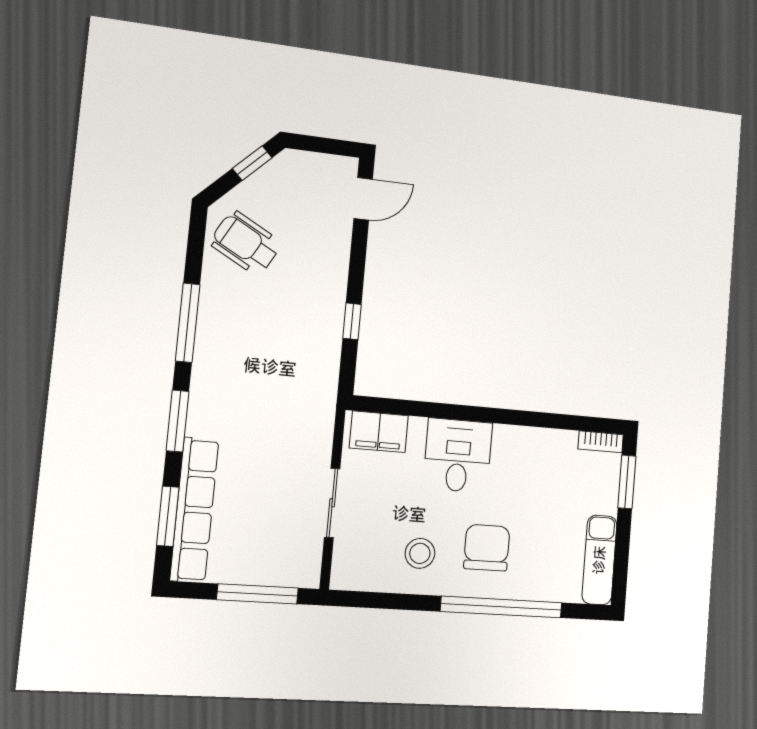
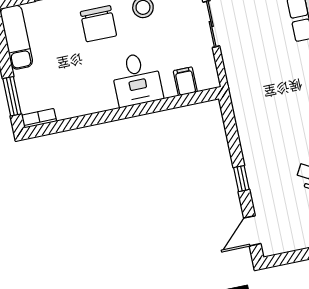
window: (352, 321) -> (241, 179), moved
filing cabinet: (379, 432) -> (185, 81), width x0.50

